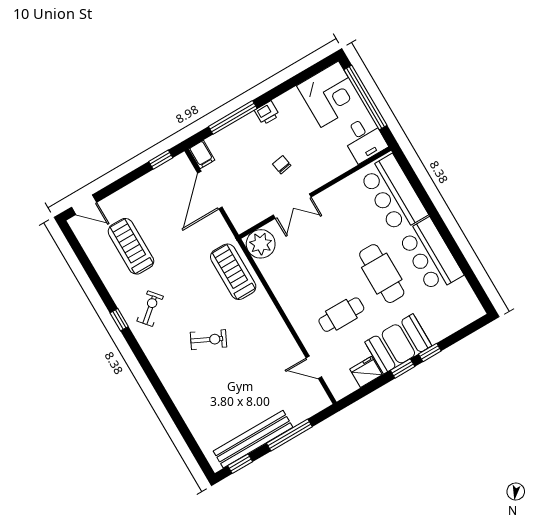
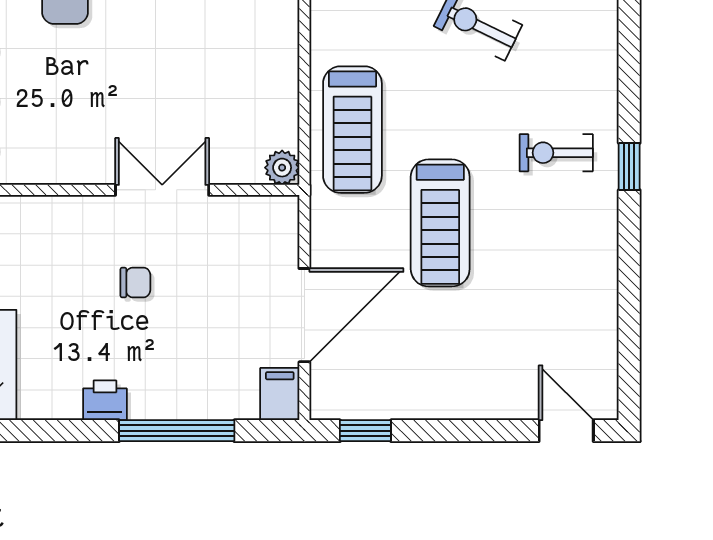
chair: (282, 165) -> (135, 282), turned -80
plant: (261, 244) -> (282, 168), width x0.53, depth x0.53
treadmill: (131, 246) -> (440, 223), moved
exercise bike: (150, 309) -> (556, 153), turned 40

